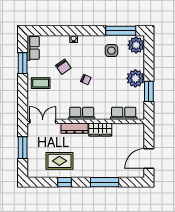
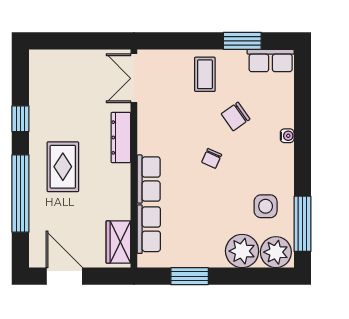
plant: (135, 78) -> (242, 251), moved
row of seats: (82, 113) -> (149, 179), moved
double door: (43, 121) -> (134, 78), swing flipped
wardrobe: (100, 130) -> (118, 242), moved
window: (23, 148) -> (85, 41), removed
rug: (59, 161) -> (63, 167), moved
window: (105, 182) -> (20, 193), width x1.46

